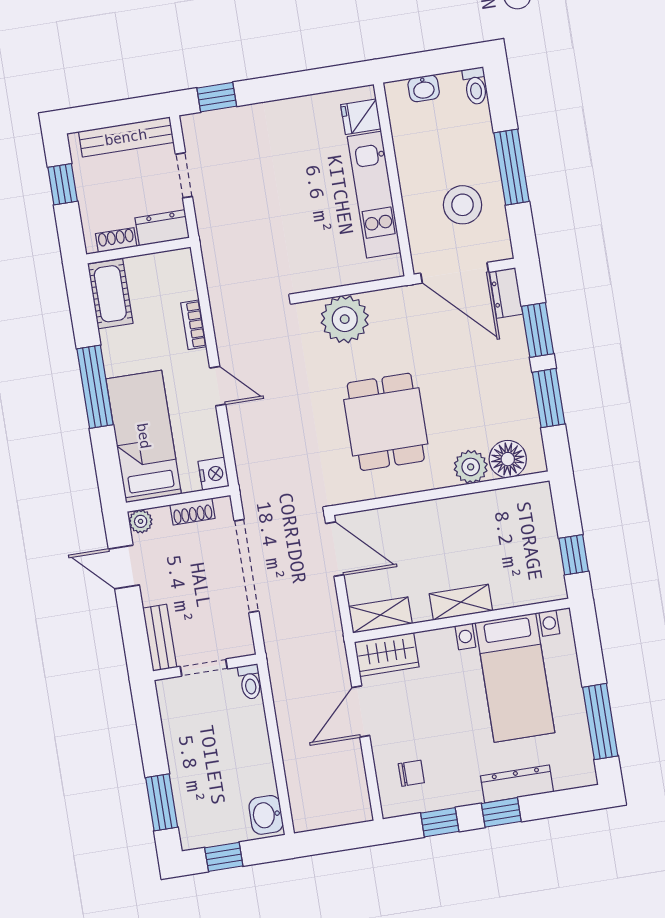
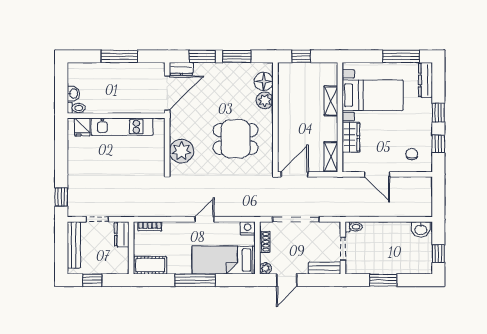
toilet: (475, 86) -> (76, 108), moved
stool: (463, 205) -> (134, 84), removed
shoe rack: (116, 240) -> (124, 258), removed
bookcase: (194, 325) -> (150, 226), moved
window: (574, 555) -> (301, 56), moved
shelving: (461, 602) -> (331, 101), moved
wardrobe: (387, 654) -> (351, 137), moved
dresser: (517, 784) -> (425, 80), moved
window: (162, 802) -> (383, 280), moved

